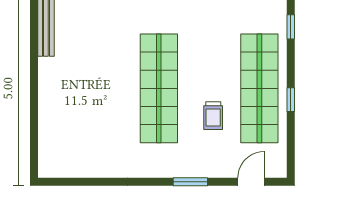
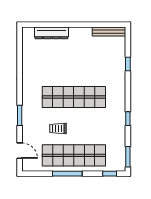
window: (291, 100) -> (67, 174), width x2.17
dresser: (48, 127) -> (51, 33), added

